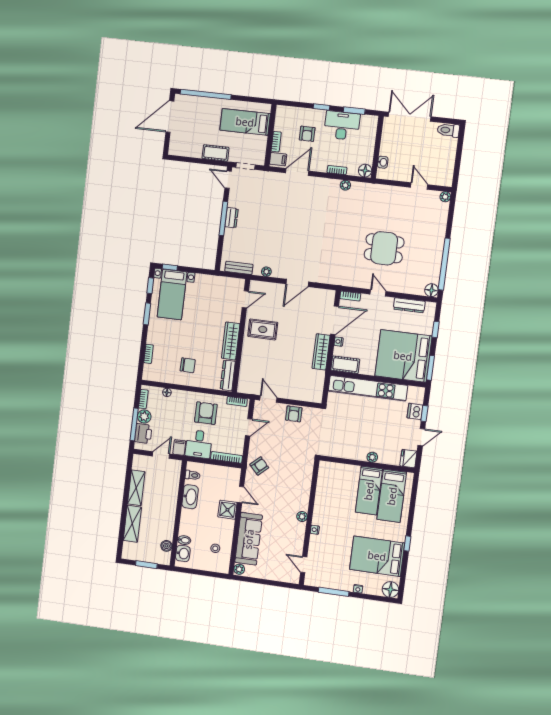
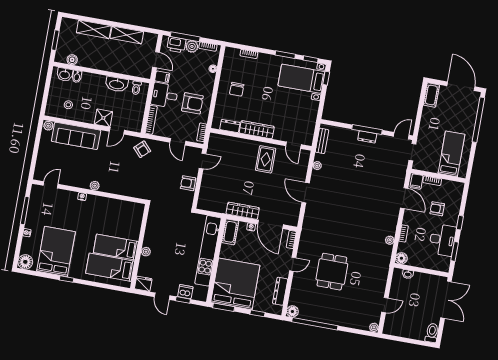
cot: (216, 153) -> (431, 95), moved
dresser: (228, 375) -> (230, 126), width x0.70

